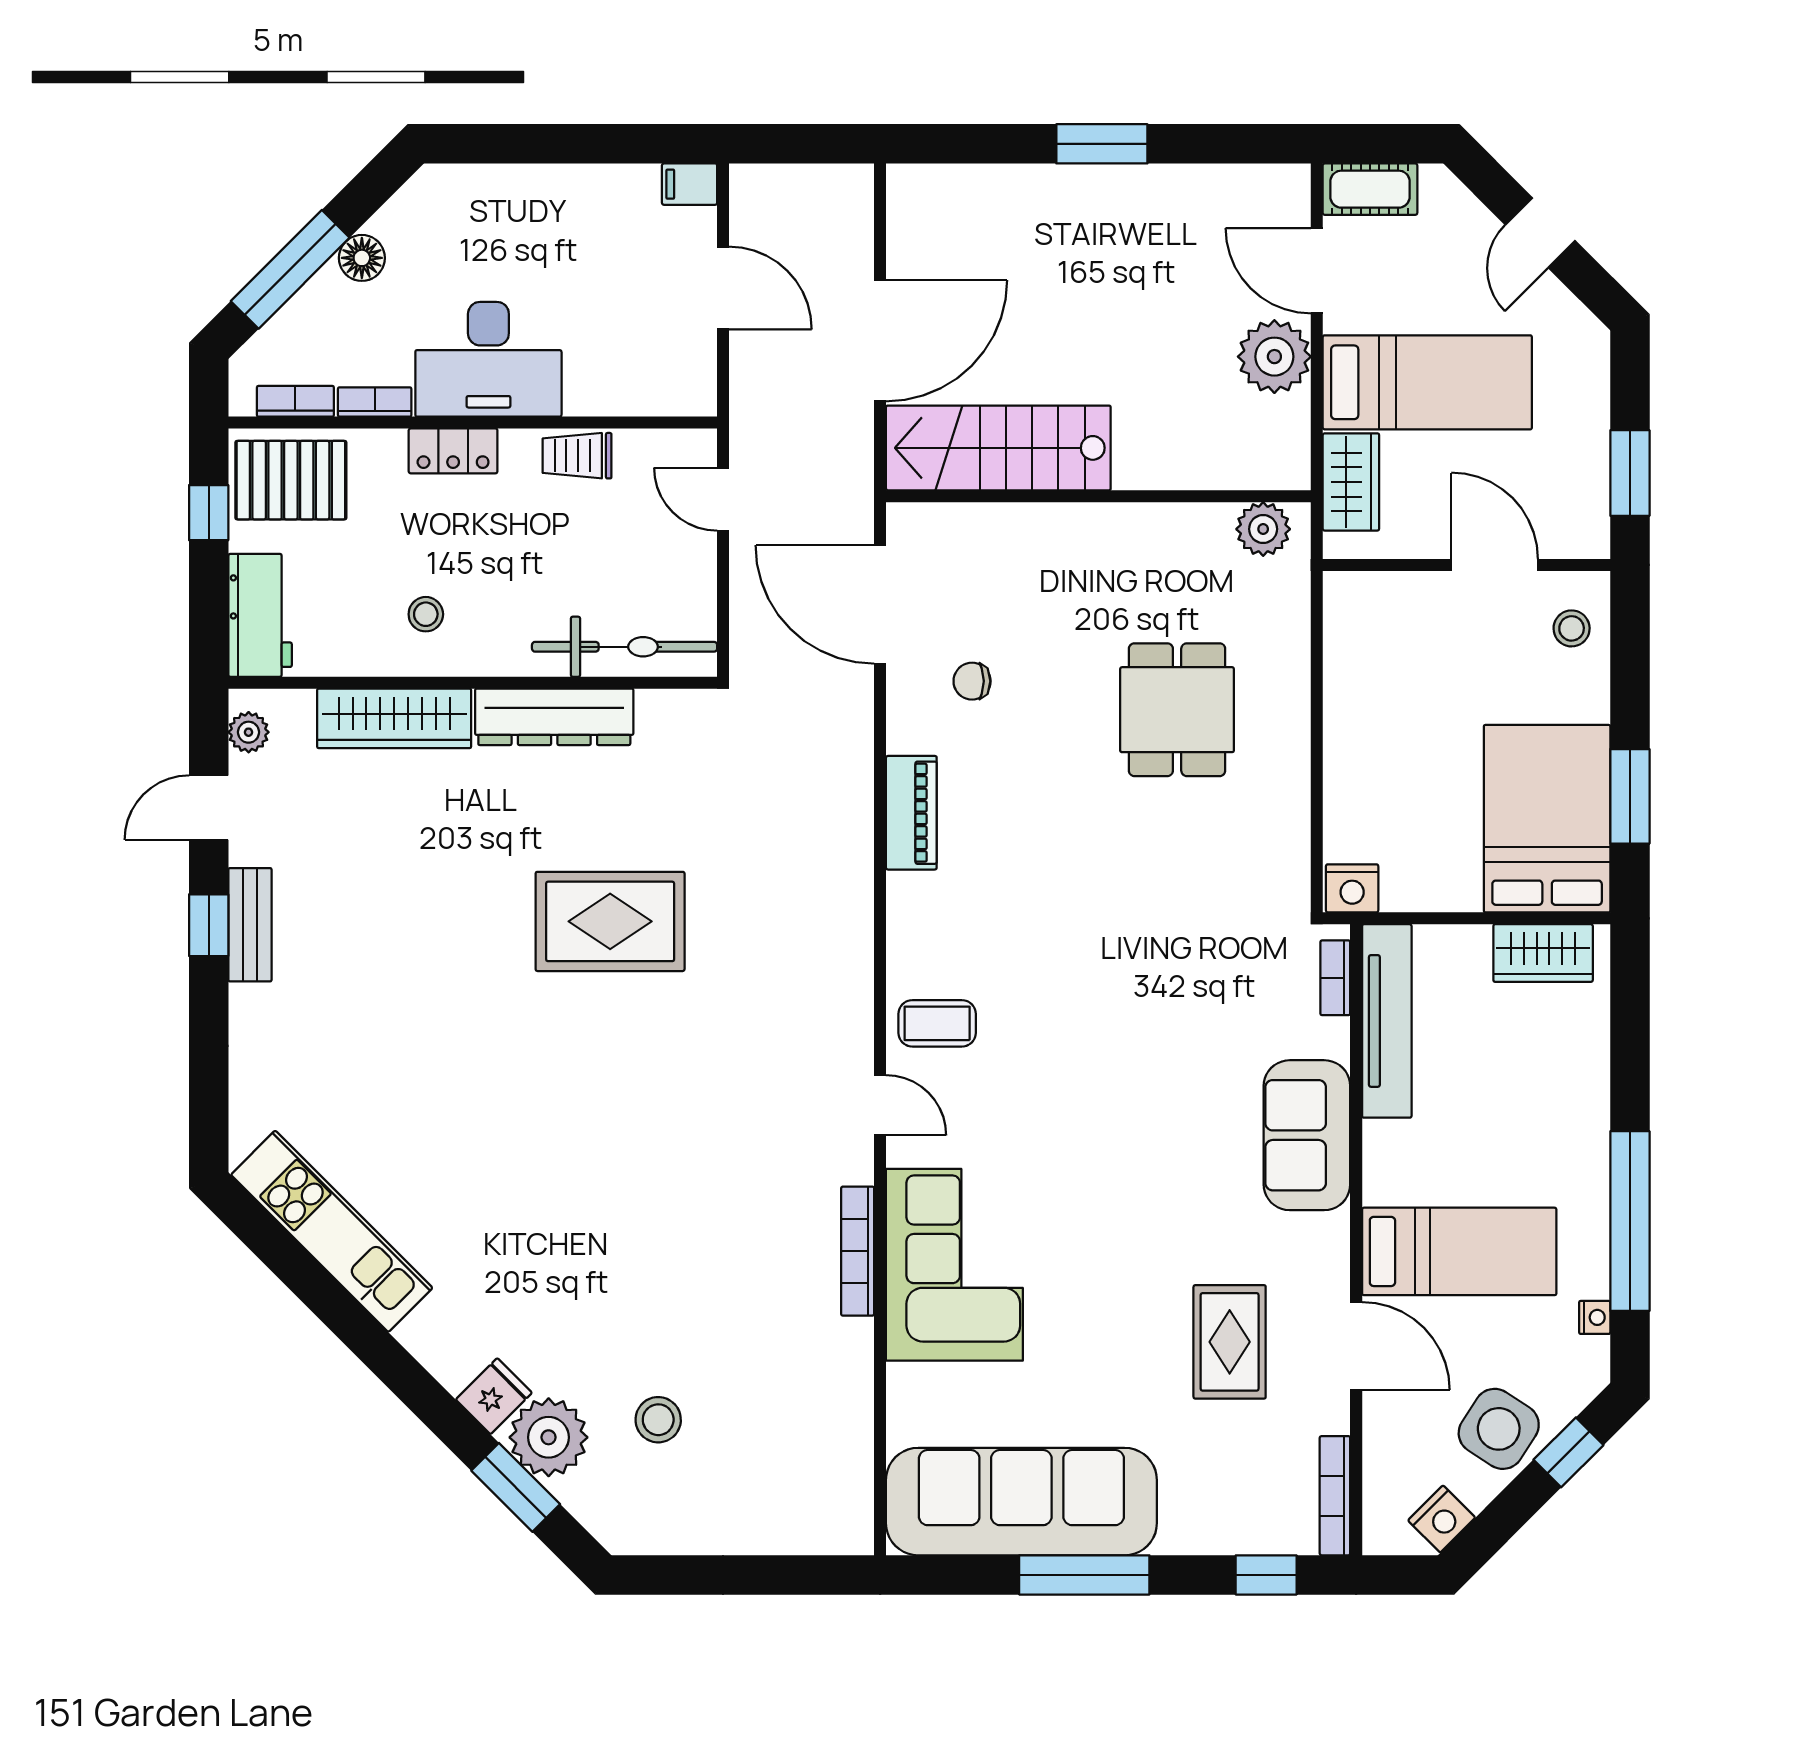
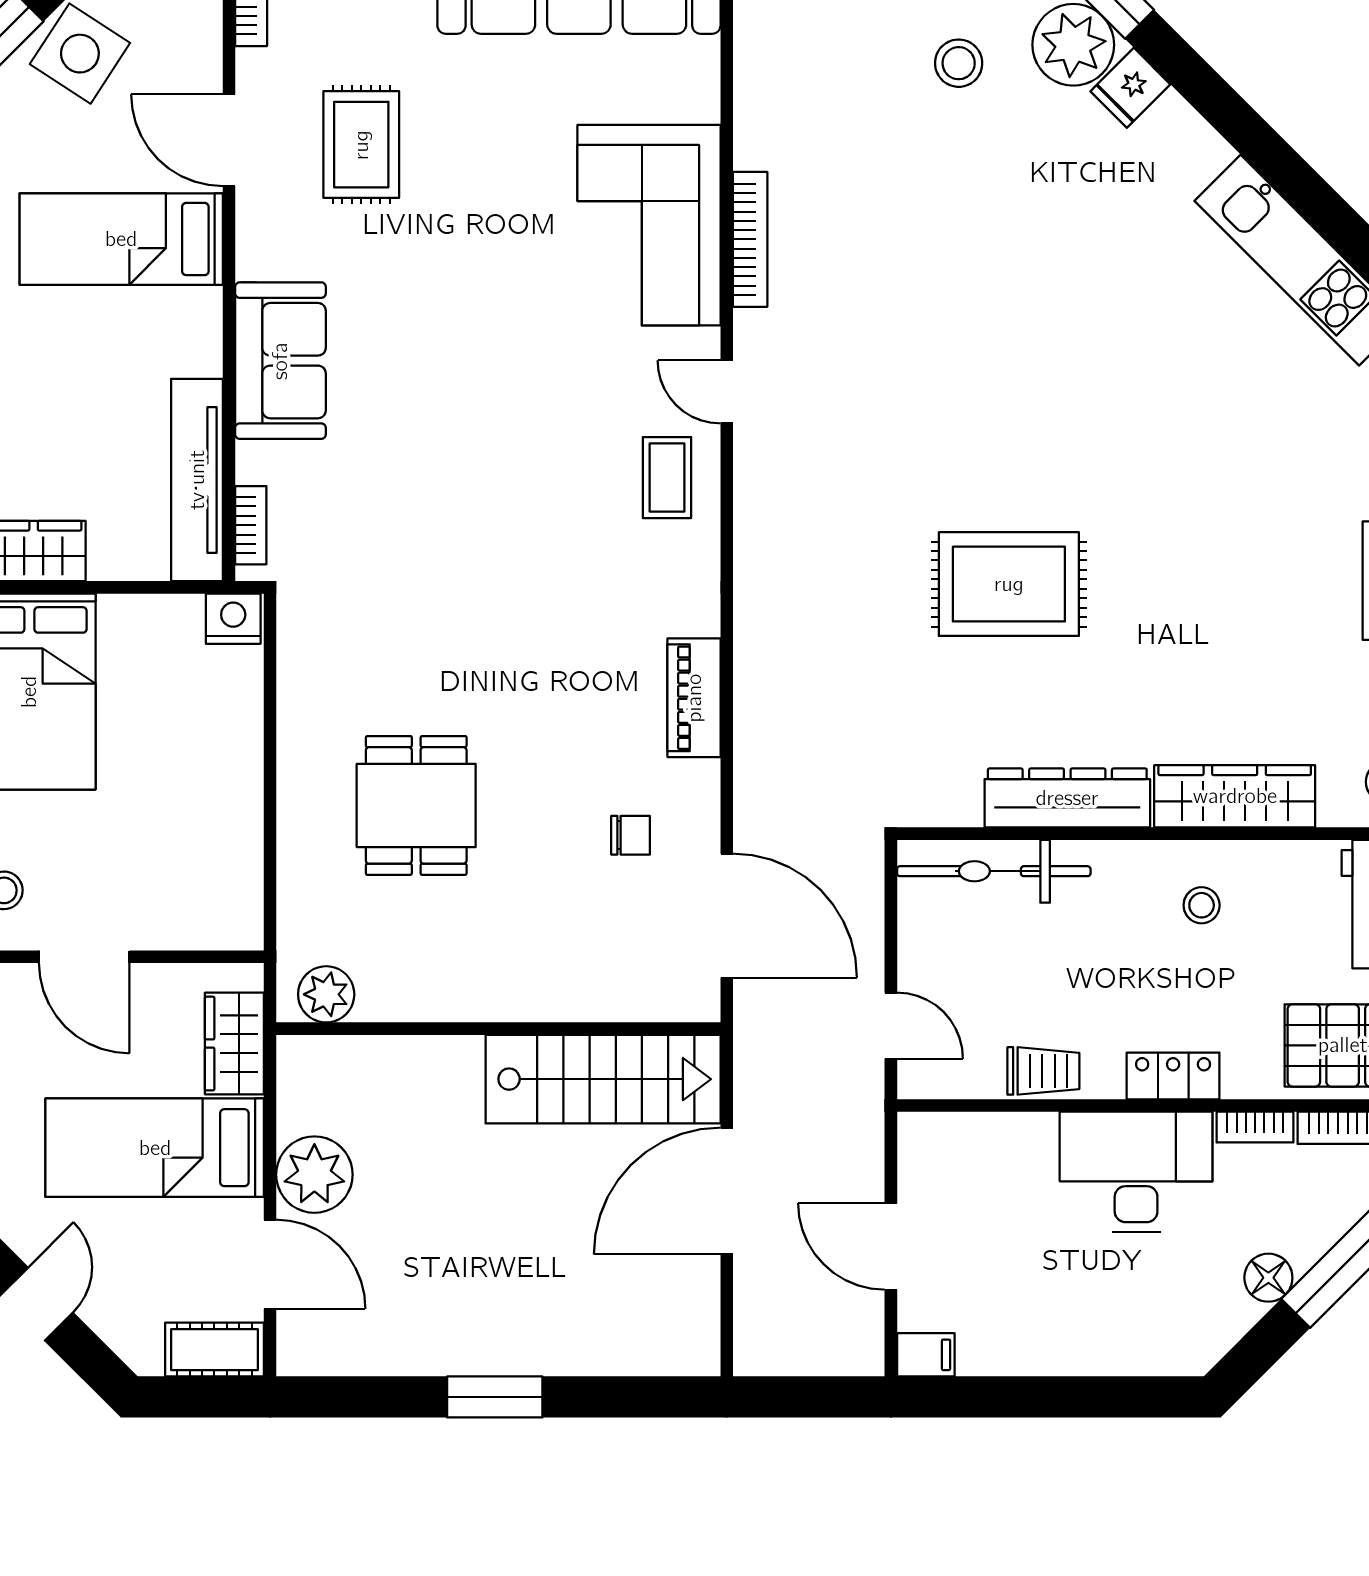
coffee table: (937, 1023) -> (667, 478), turned 90

